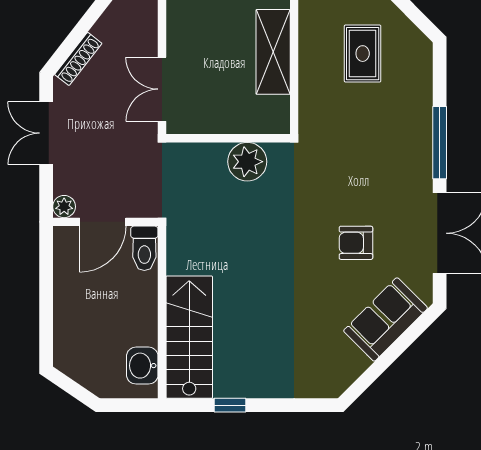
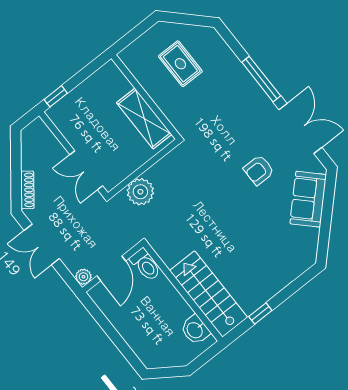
shelving: (273, 52) -> (144, 119), moved
plant: (247, 162) -> (140, 192), moved

